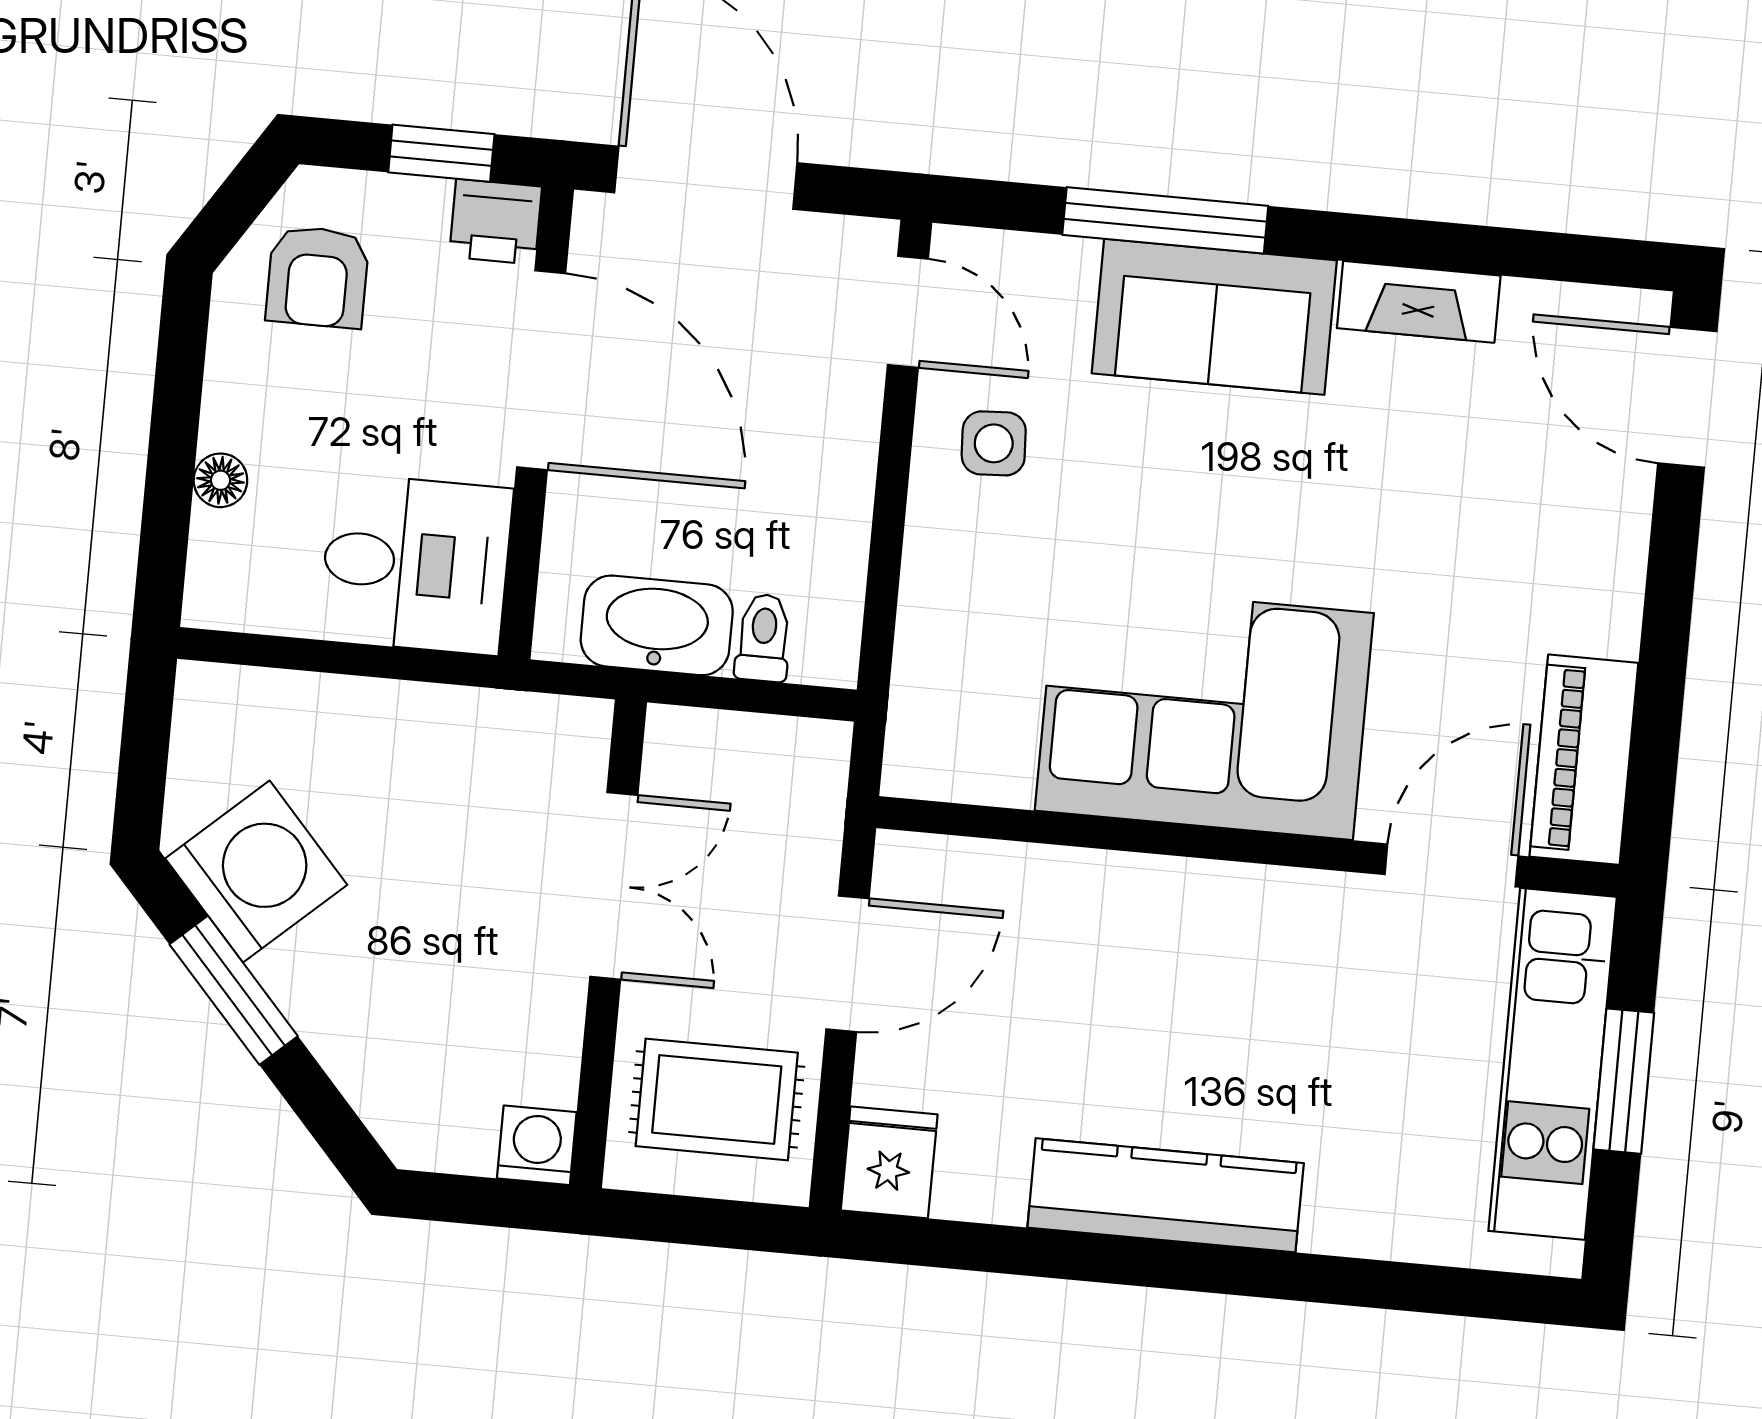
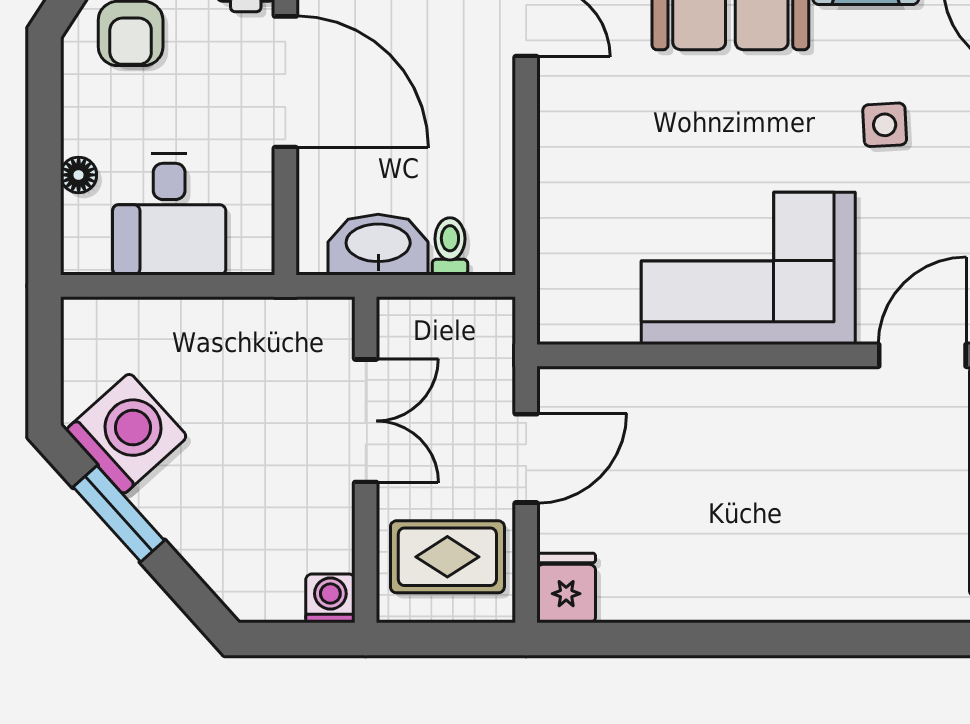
side table: (994, 443) -> (885, 125), moved
desk: (416, 564) -> (169, 214), moved, turned 90
kitchen counter: (1166, 1195) -> (752, 593), removed

